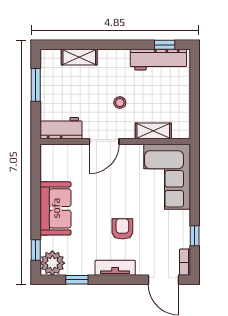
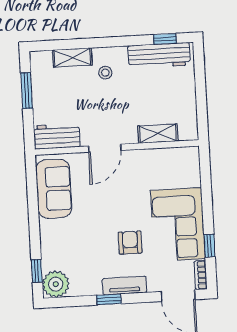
stool: (120, 103) -> (105, 73), moved
corner sofa: (167, 177) -> (178, 225), moved
sofa: (56, 208) -> (54, 189), moved
window: (77, 280) -> (109, 299), moved

